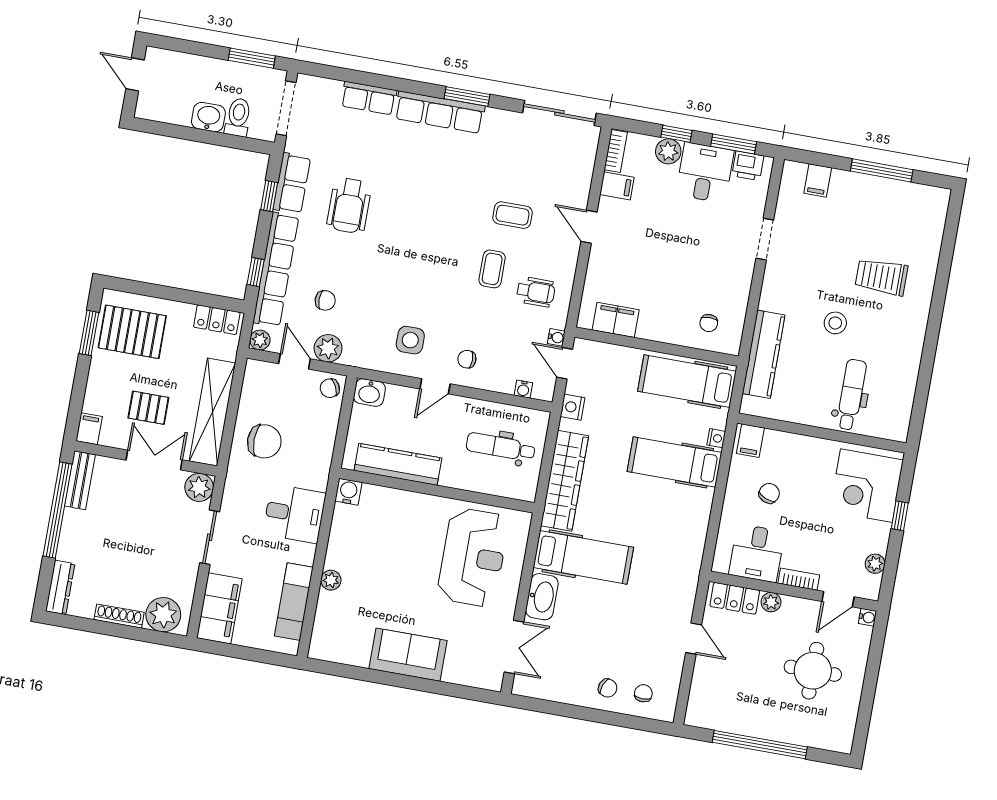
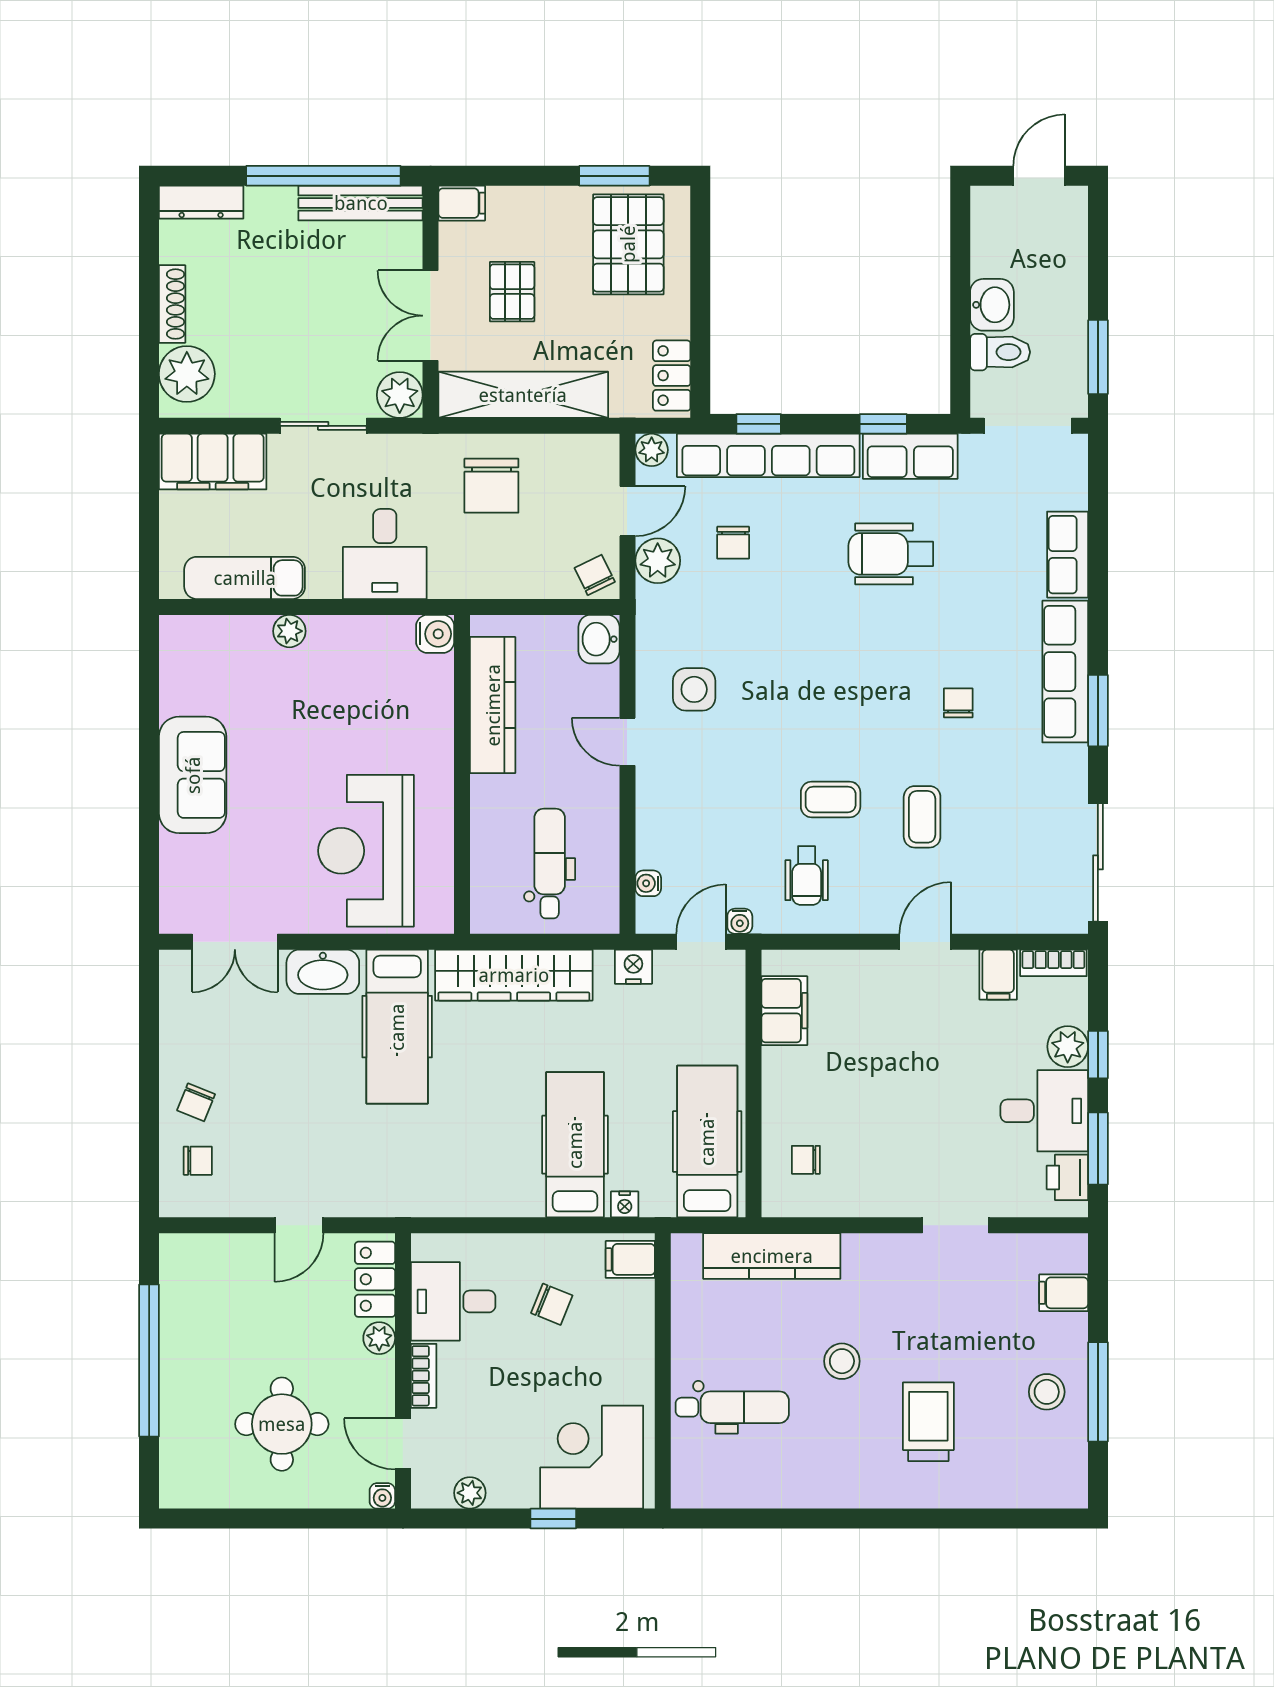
stool: (876, 202) -> (1047, 1392), added
chair: (467, 359) -> (958, 703), moved
double door: (154, 460) -> (431, 316), swing flipped
bench: (80, 480) -> (361, 203), width x1.36
reception desk: (473, 557) -> (366, 851), turned 90

